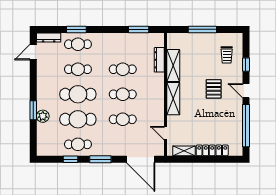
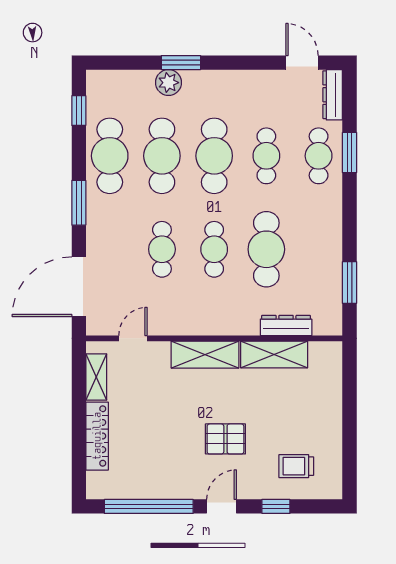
window: (202, 29) -> (349, 415), removed
cafe table: (123, 69) -> (266, 249), width x1.37, depth x1.35
cafe table: (78, 144) -> (110, 156), width x1.37, depth x1.35
window: (70, 159) -> (79, 111), moved

